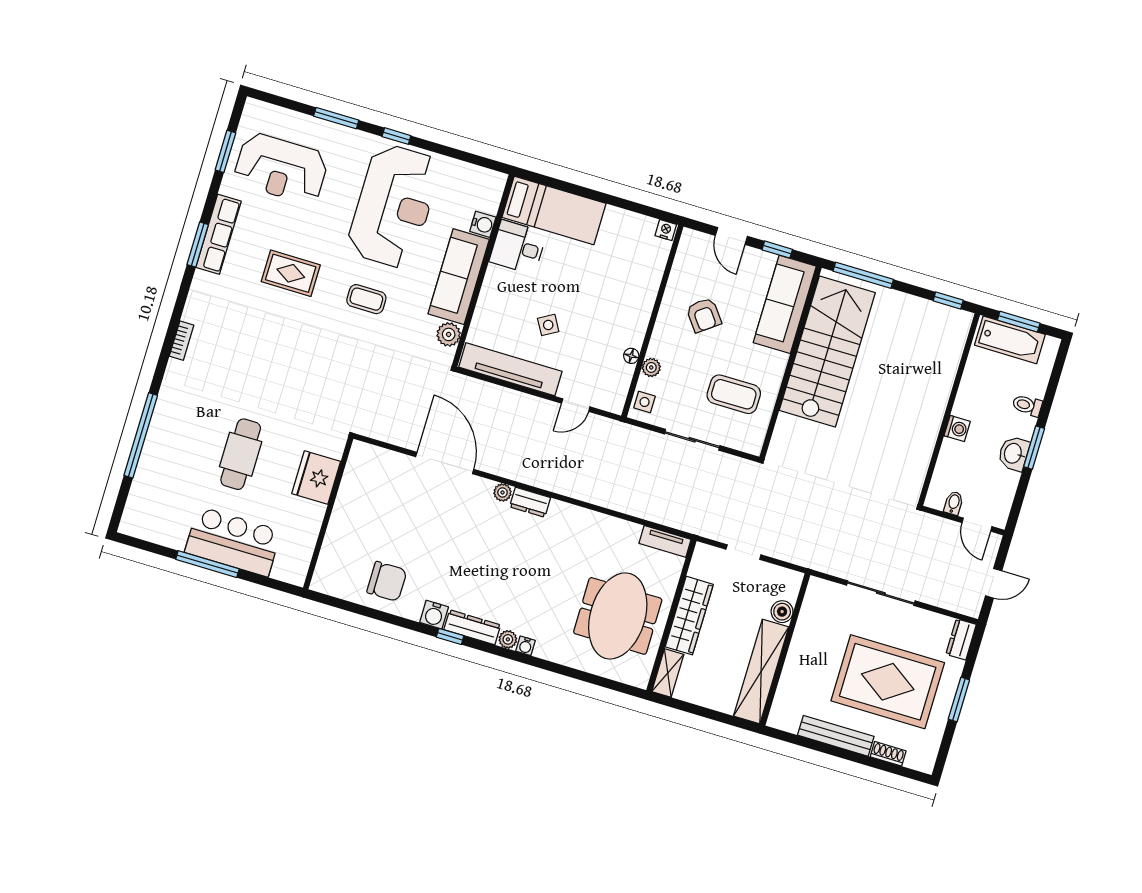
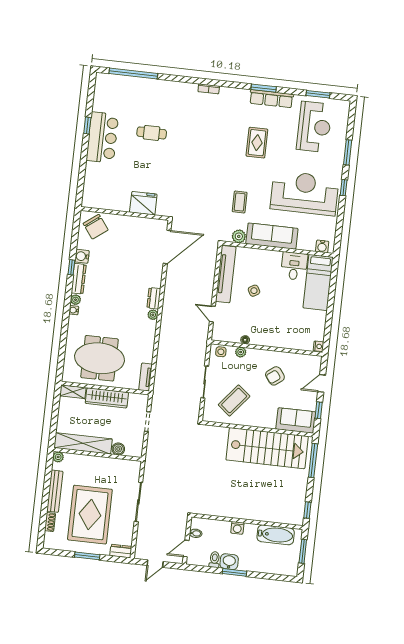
reception desk: (281, 168) -> (314, 127), turned 180
reception desk: (394, 206) -> (305, 193), turned 180
water cooler: (483, 224) -> (322, 246), moved
coffee table: (366, 299) -> (240, 202), moved
sofa: (785, 304) -> (296, 421), width x0.73
bathtub: (1010, 340) -> (276, 535), moved, turned -90
coffee table: (734, 394) -> (234, 401), turned 39
toilet: (1027, 405) -> (215, 560), moved
window: (141, 435) -> (133, 74), moved
cafe table: (241, 454) -> (152, 133), width x0.73, depth x0.74
fridge: (316, 478) -> (143, 203), moved
plant: (503, 492) -> (153, 315), moved
wall: (328, 513) -> (125, 213), moved
window: (207, 564) -> (87, 126), width x0.46
chair: (387, 581) -> (96, 227), turned -37
door: (994, 583) -> (155, 564), hinge flipped
plant: (777, 719) -> (58, 457), added

